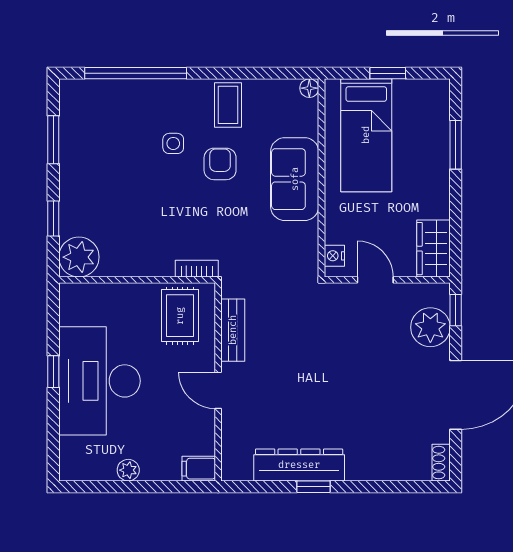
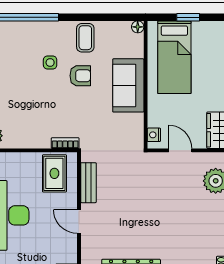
armchair: (220, 164) -> (80, 76), turned 90

